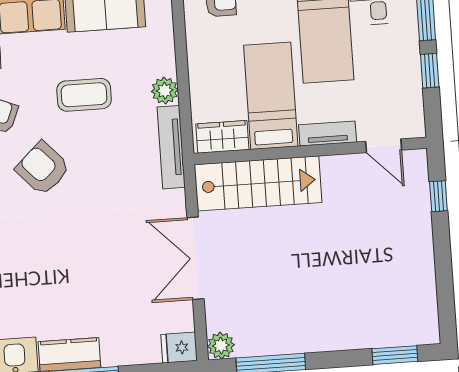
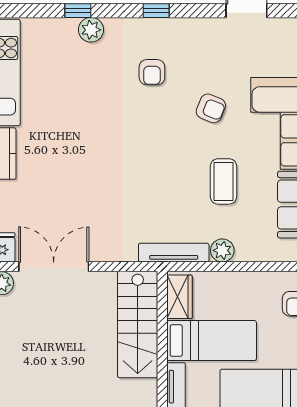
armchair: (43, 168) -> (163, 142), removed
double door: (195, 258) -> (54, 267), moved

